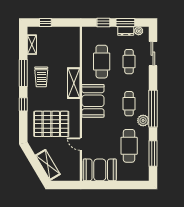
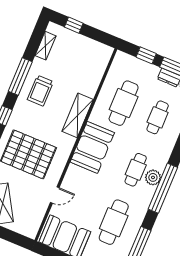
plant: (143, 120) -> (153, 177), moved
door: (81, 144) -> (55, 195), swing flipped

